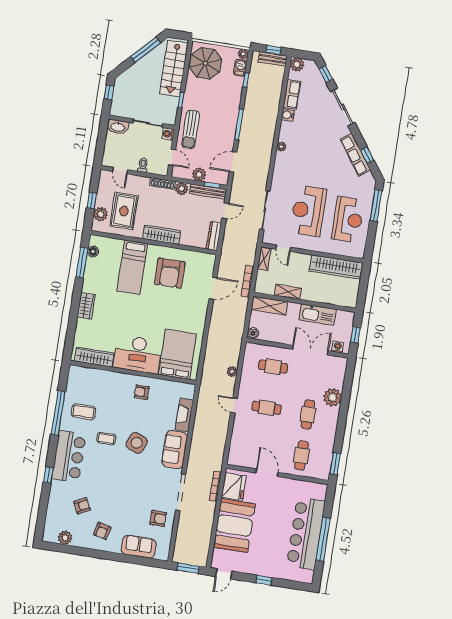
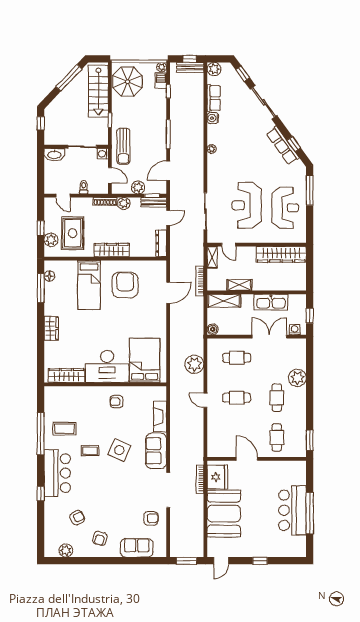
bench: (208, 192) -> (154, 202), width x0.73
armchair: (170, 273) -> (125, 285), turned 180
plant: (232, 372) -> (194, 364), width x1.88, depth x1.88
bar counter: (306, 533) -> (293, 510), width x0.73

